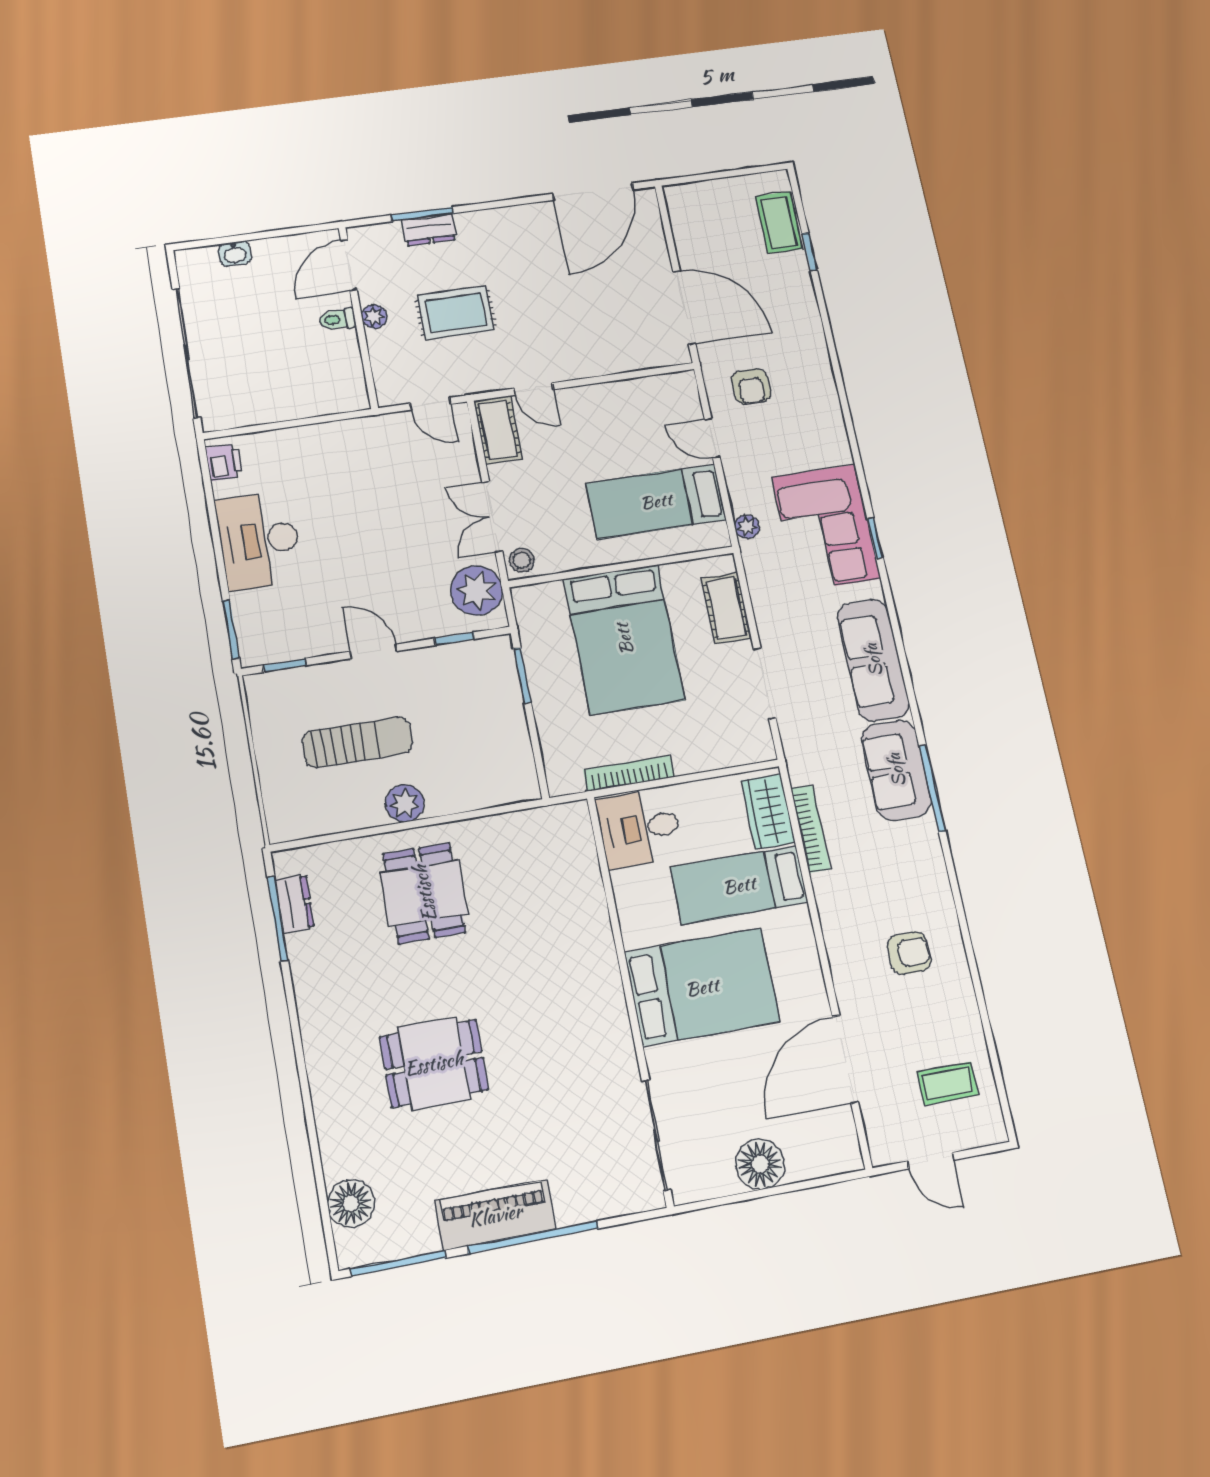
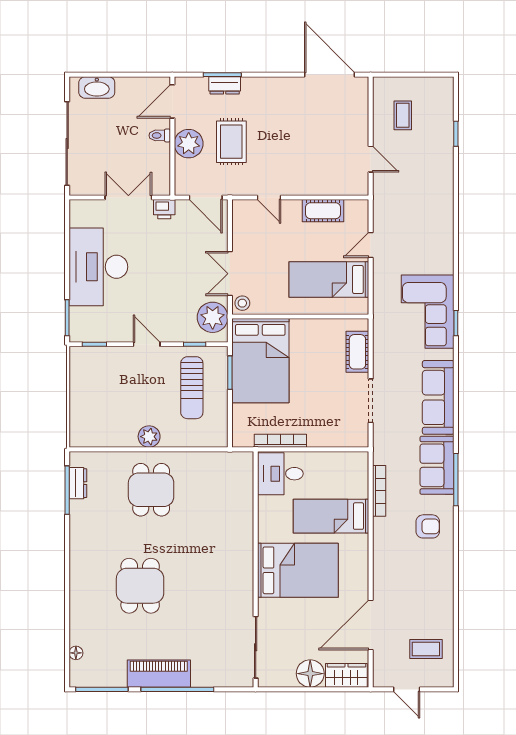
door: (593, 192) -> (329, 75), swing flipped
coffee table: (779, 222) -> (403, 115), moved, width x0.73, depth x0.77
washbasin: (235, 254) -> (97, 87), width x1.91, depth x1.45
door: (684, 308) -> (371, 159), width x0.53
rug: (456, 313) -> (231, 142), turned 90
plant: (374, 317) -> (189, 144), width x1.87, depth x1.87
armchair: (751, 386) -> (401, 216), removed
door: (430, 404) -> (206, 198), width x1.37
double door: (302, 422) -> (128, 198), added
cot: (498, 430) -> (323, 211), moved, turned 90
door: (712, 438) -> (371, 245), hinge flipped
printer: (224, 462) -> (164, 209), moved, turned 90
plant: (747, 527) -> (380, 304), removed
desk: (259, 540) -> (98, 267), width x1.36, depth x1.30
bed: (624, 639) -> (260, 361), moved
sun lounger: (357, 742) -> (192, 388), moved, turned 90
wardrobe: (768, 812) -> (346, 675), moved, turned 90
armchair: (909, 953) -> (428, 526), moved
dining table: (434, 1063) -> (140, 586), turned 90
floor lamp: (351, 1203) -> (76, 653), width x0.53, depth x0.53

